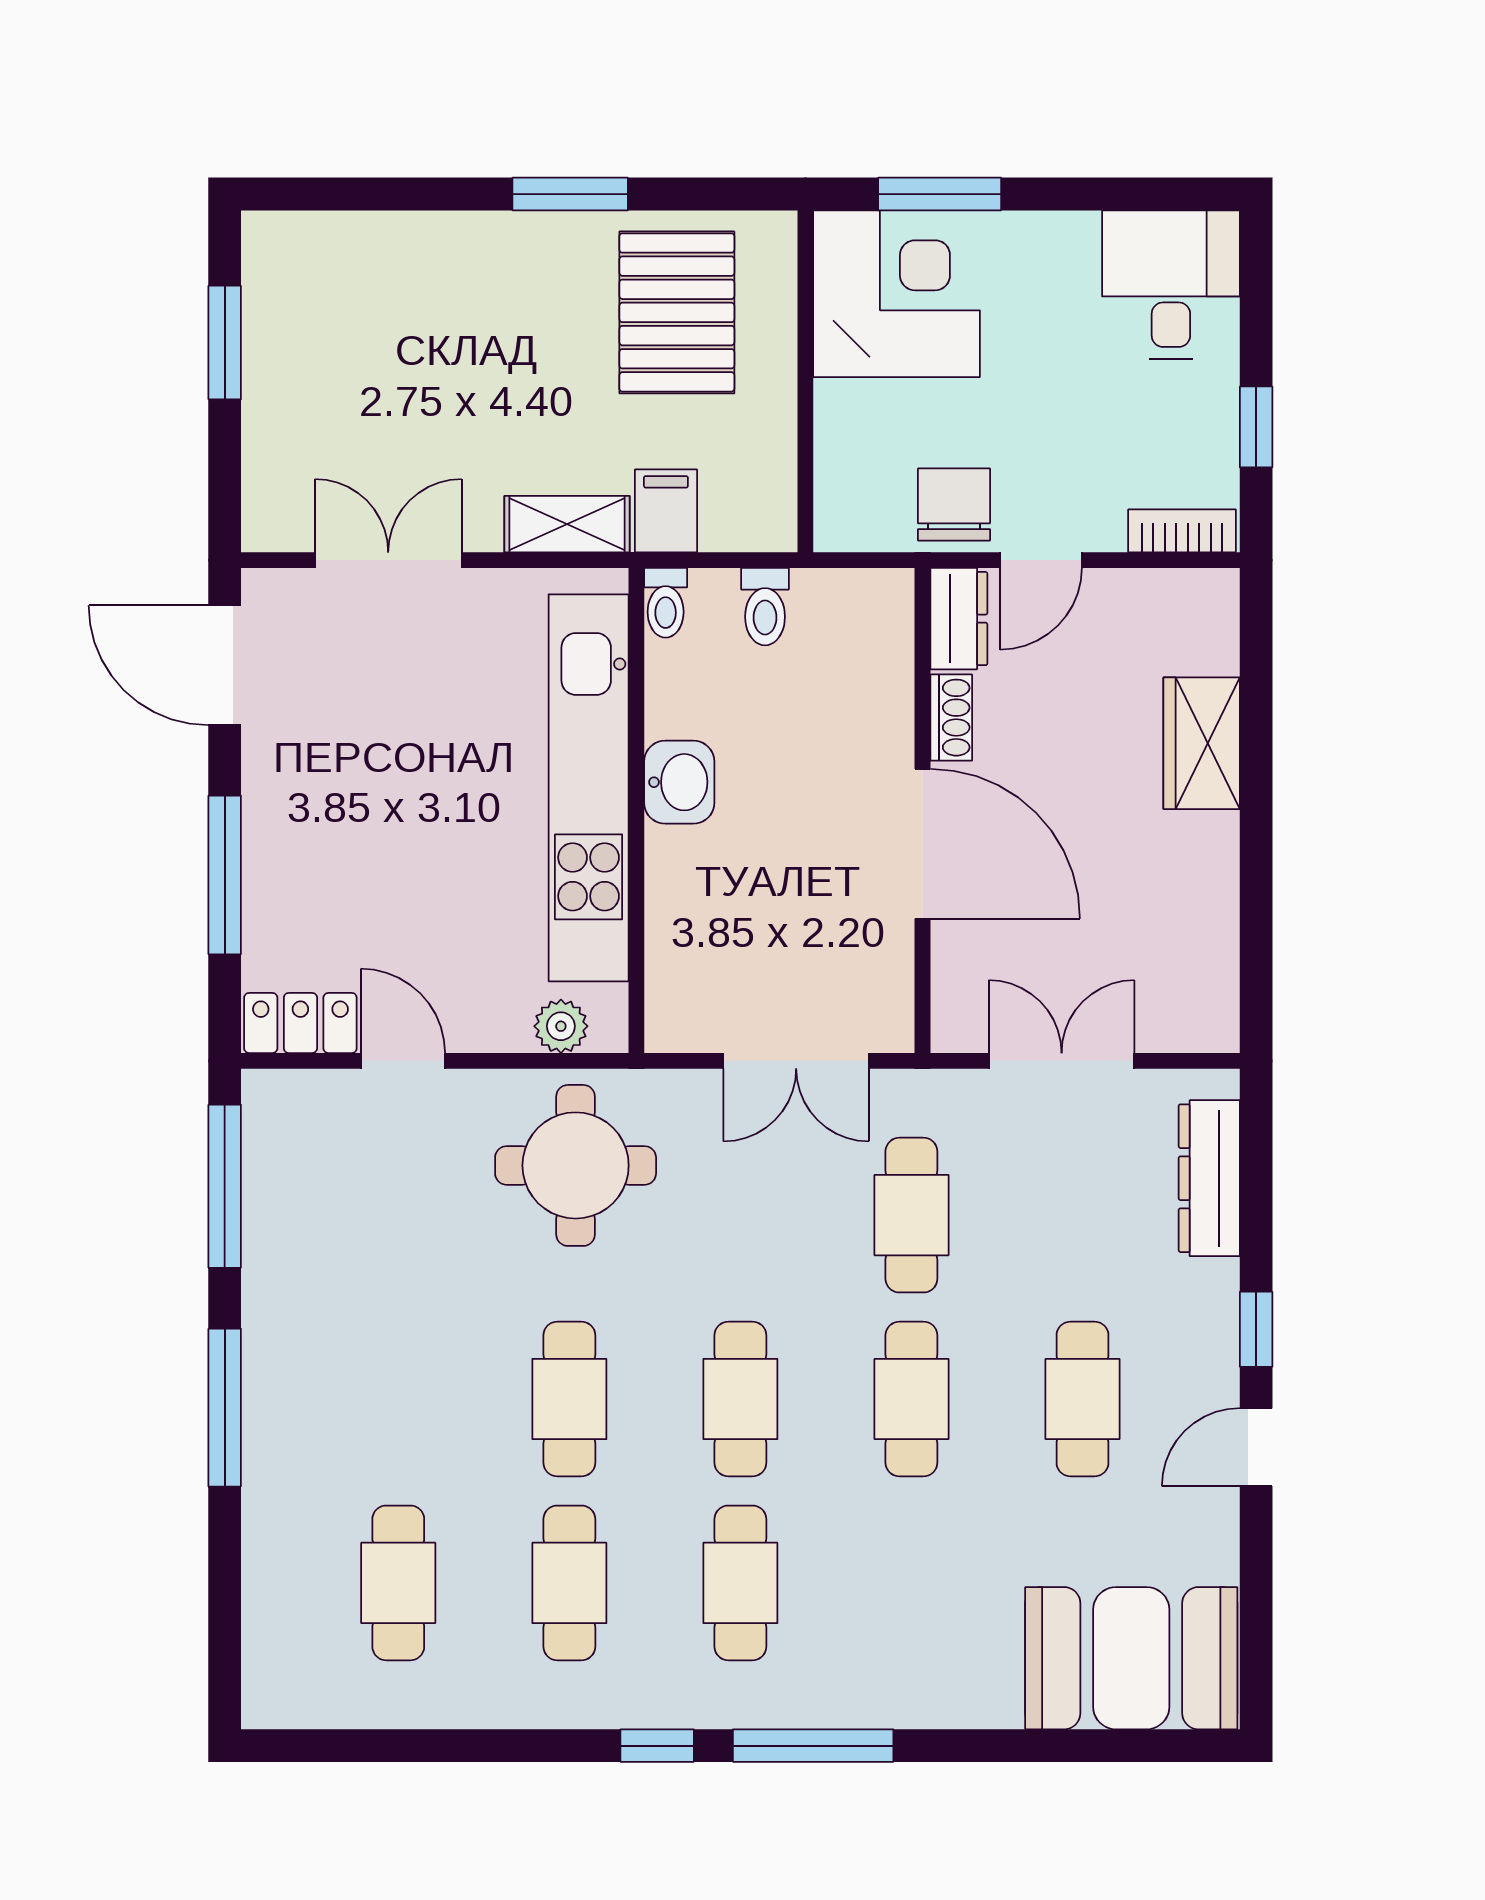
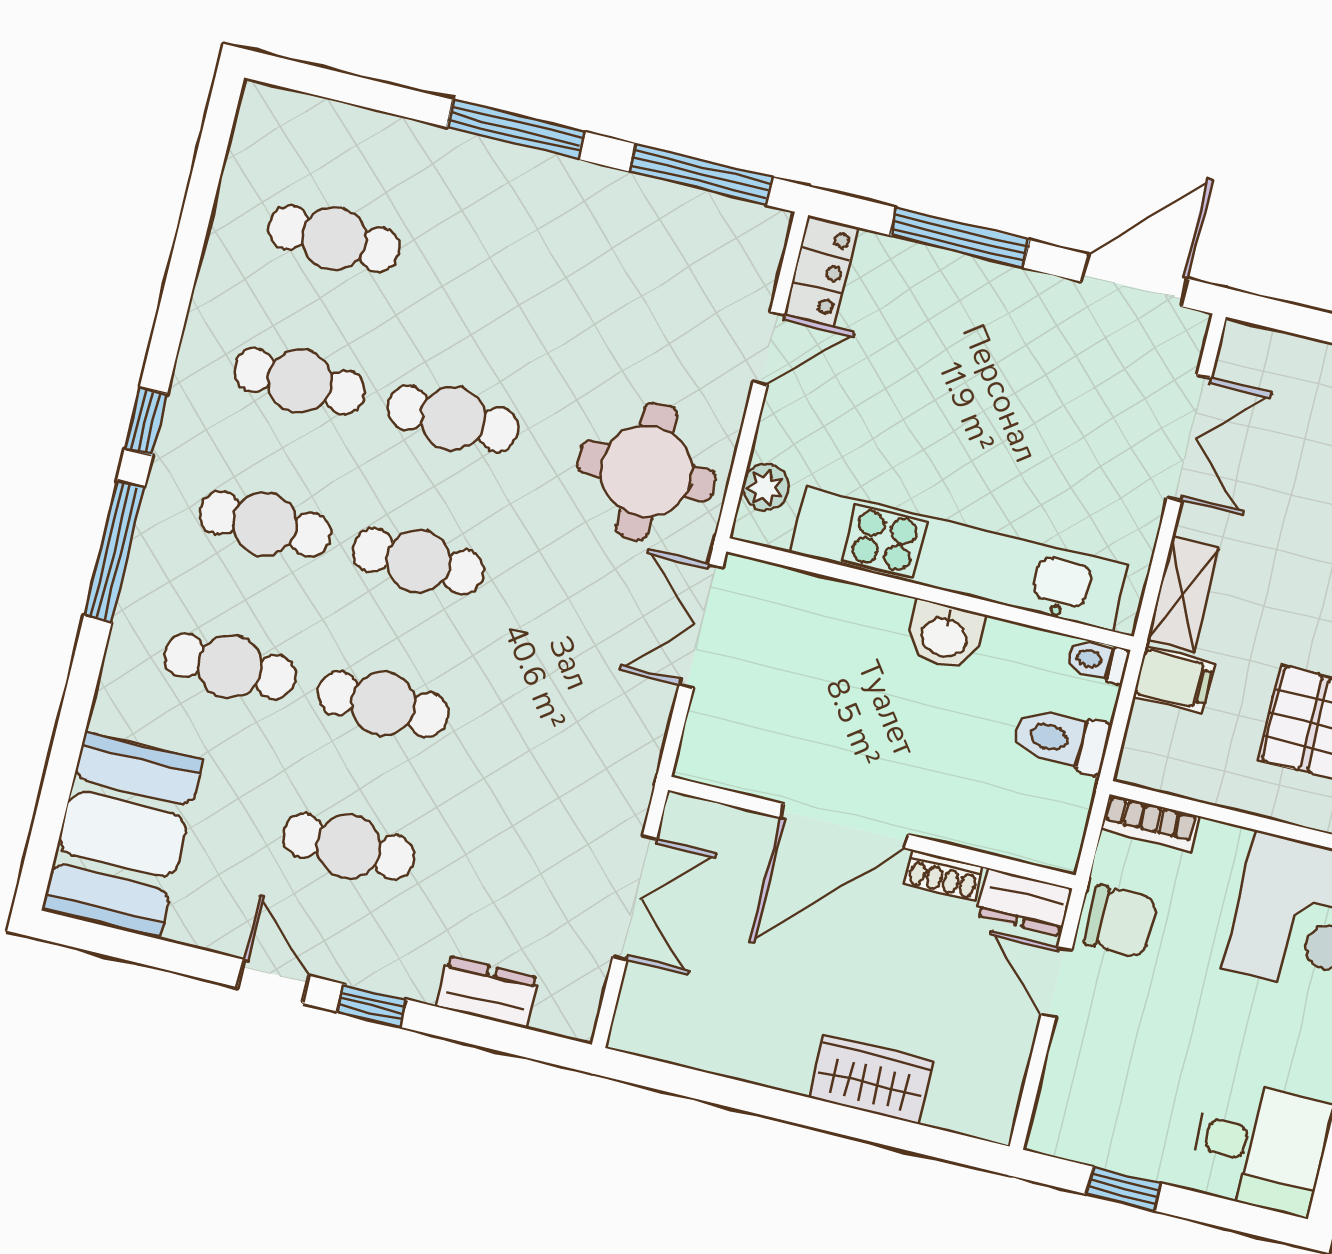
bookcase: (1182, 531) -> (1150, 823), moved, turned 90
toilet: (765, 607) -> (1061, 740), width x1.37, depth x1.39
double door: (796, 1061) -> (701, 626), moved
dresser: (1209, 1178) -> (487, 992), width x0.70
cafe table: (911, 1215) -> (230, 666), moved

